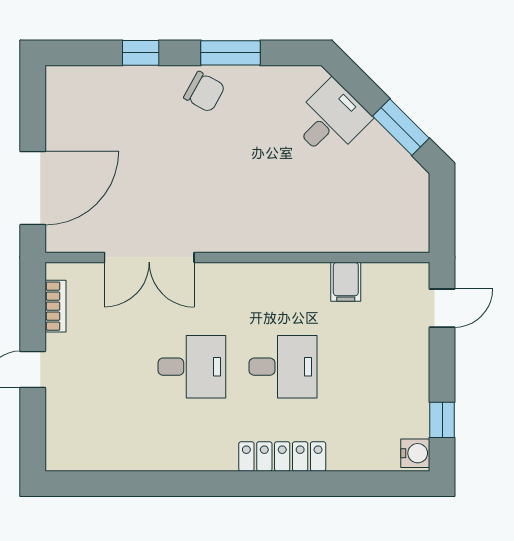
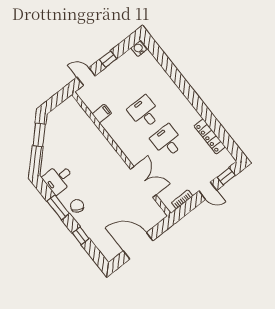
desk: (331, 120) -> (58, 179), moved, turned -45
door: (33, 188) -> (138, 246), moved
window: (442, 420) -> (108, 59), moved
window: (33, 427) -> (226, 176), added
locker: (282, 456) -> (210, 136), moved

